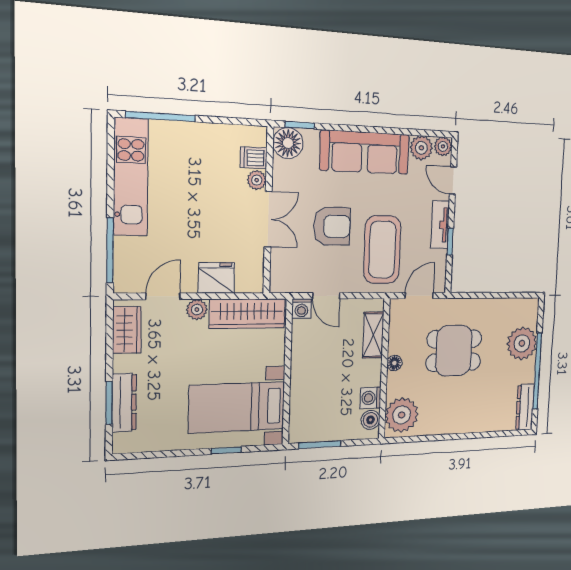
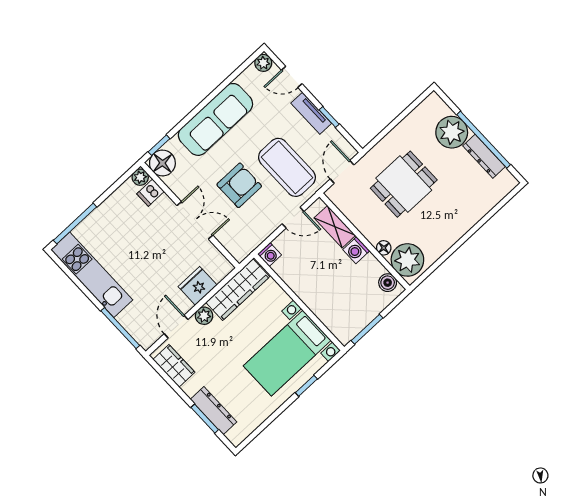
plant: (421, 148) -> (250, 79), removed
plant: (257, 180) -> (140, 177), moved
door: (326, 296) -> (293, 218), moved
floor lamp: (394, 363) -> (384, 248), moved
washing machine: (370, 398) -> (356, 250), moved
dresser: (525, 407) -> (484, 156), moved

